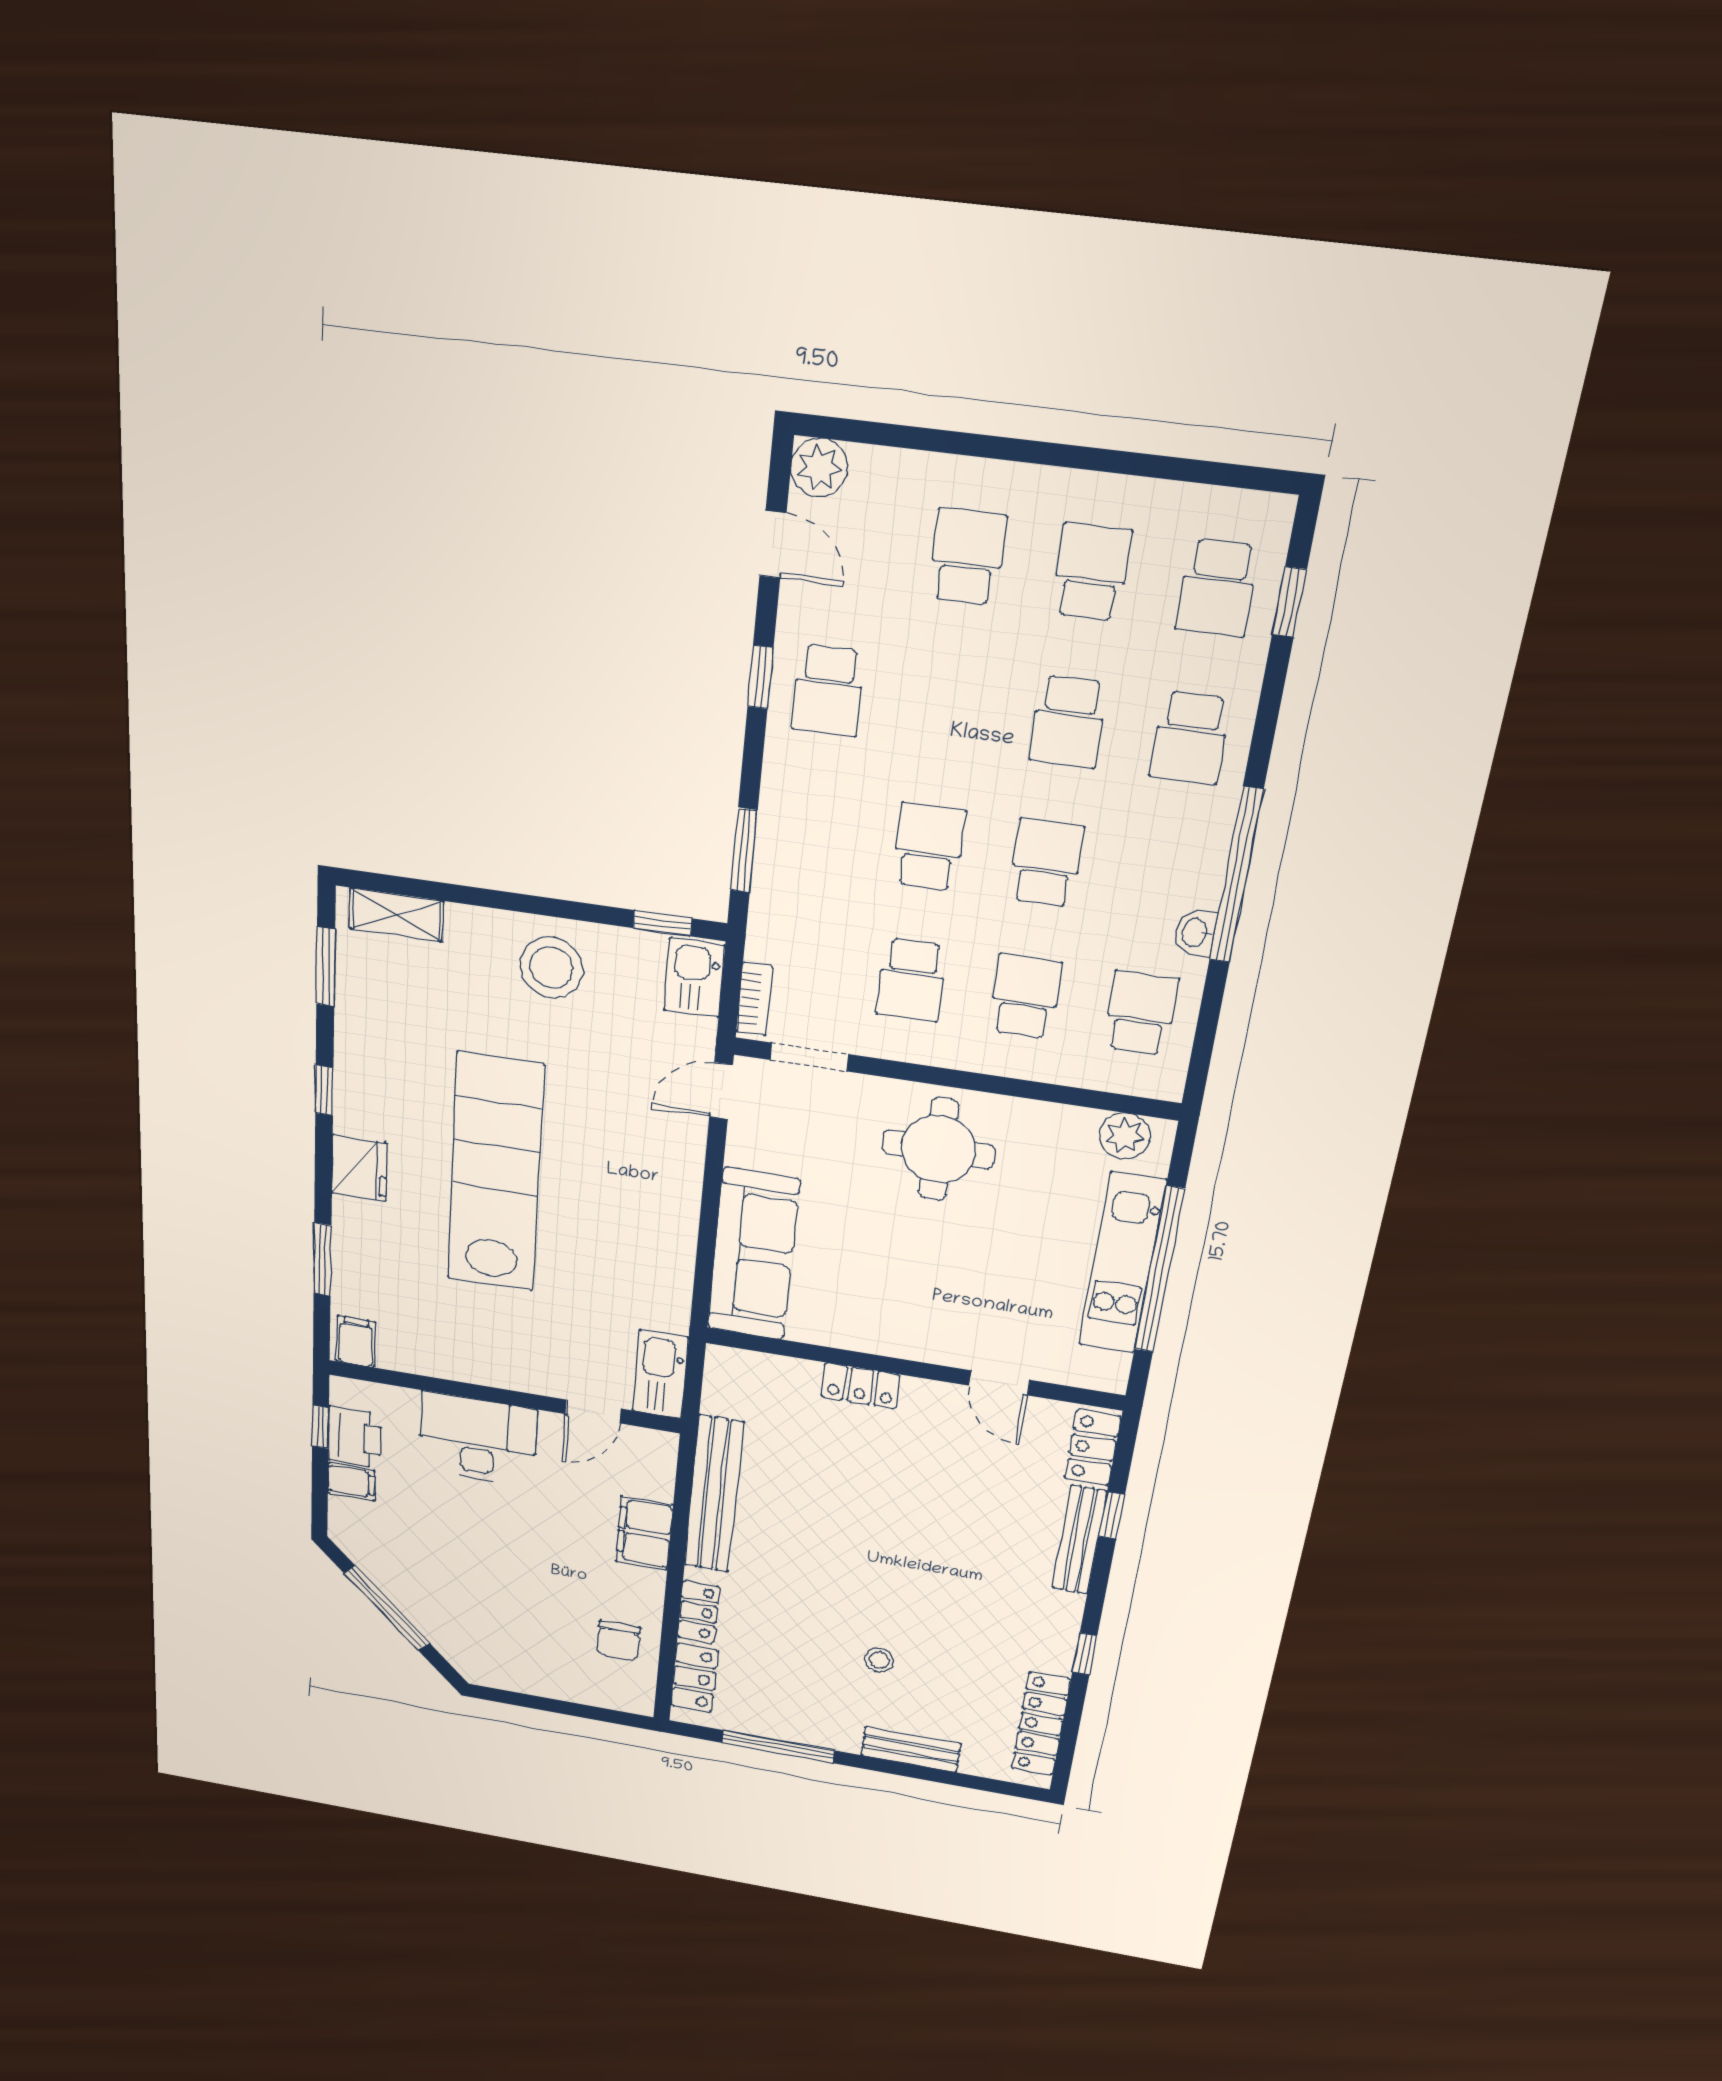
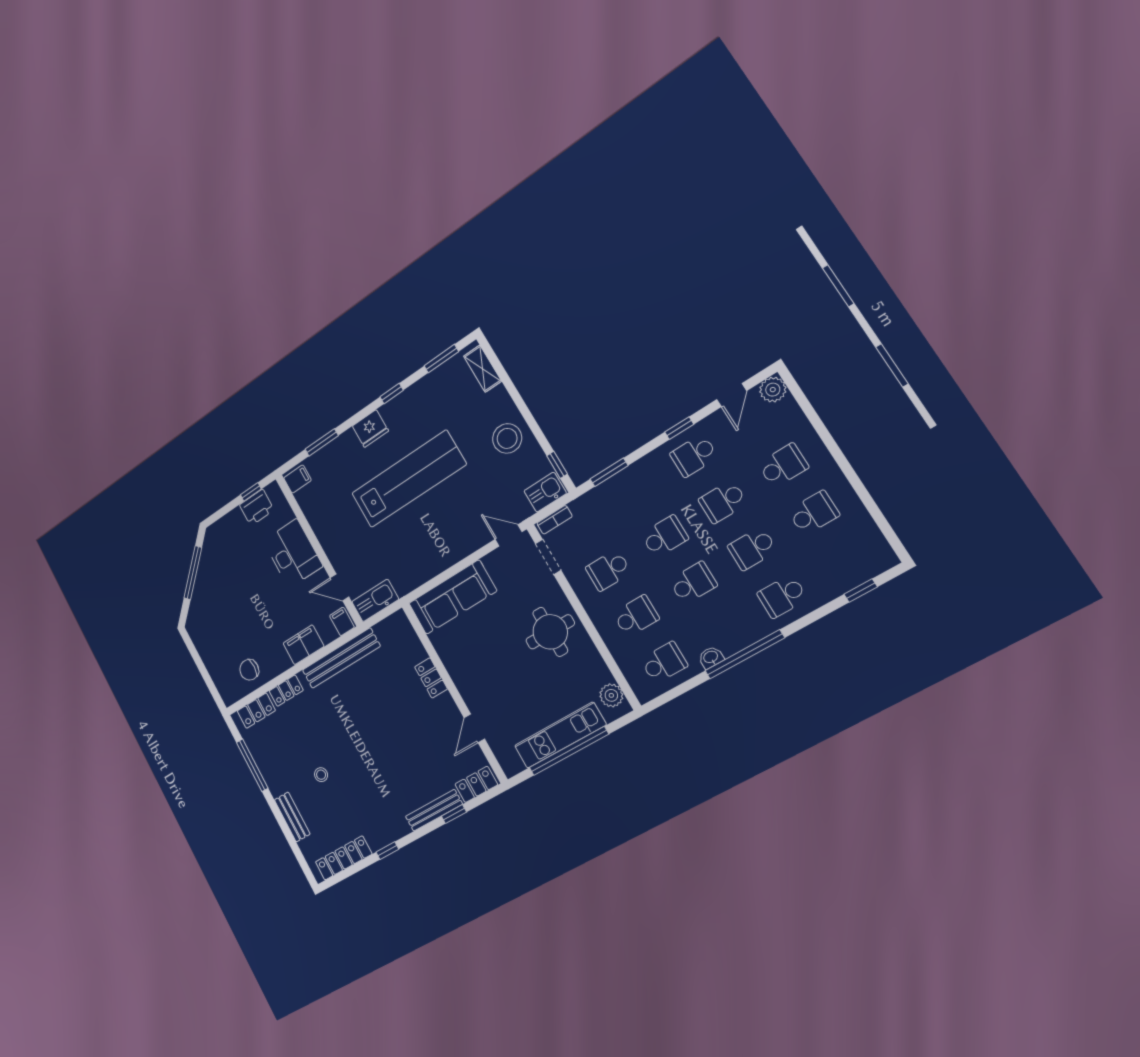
school desk: (1217, 588) -> (723, 502), moved
filing cabinet: (351, 1482) -> (342, 621), moved, turned 180

